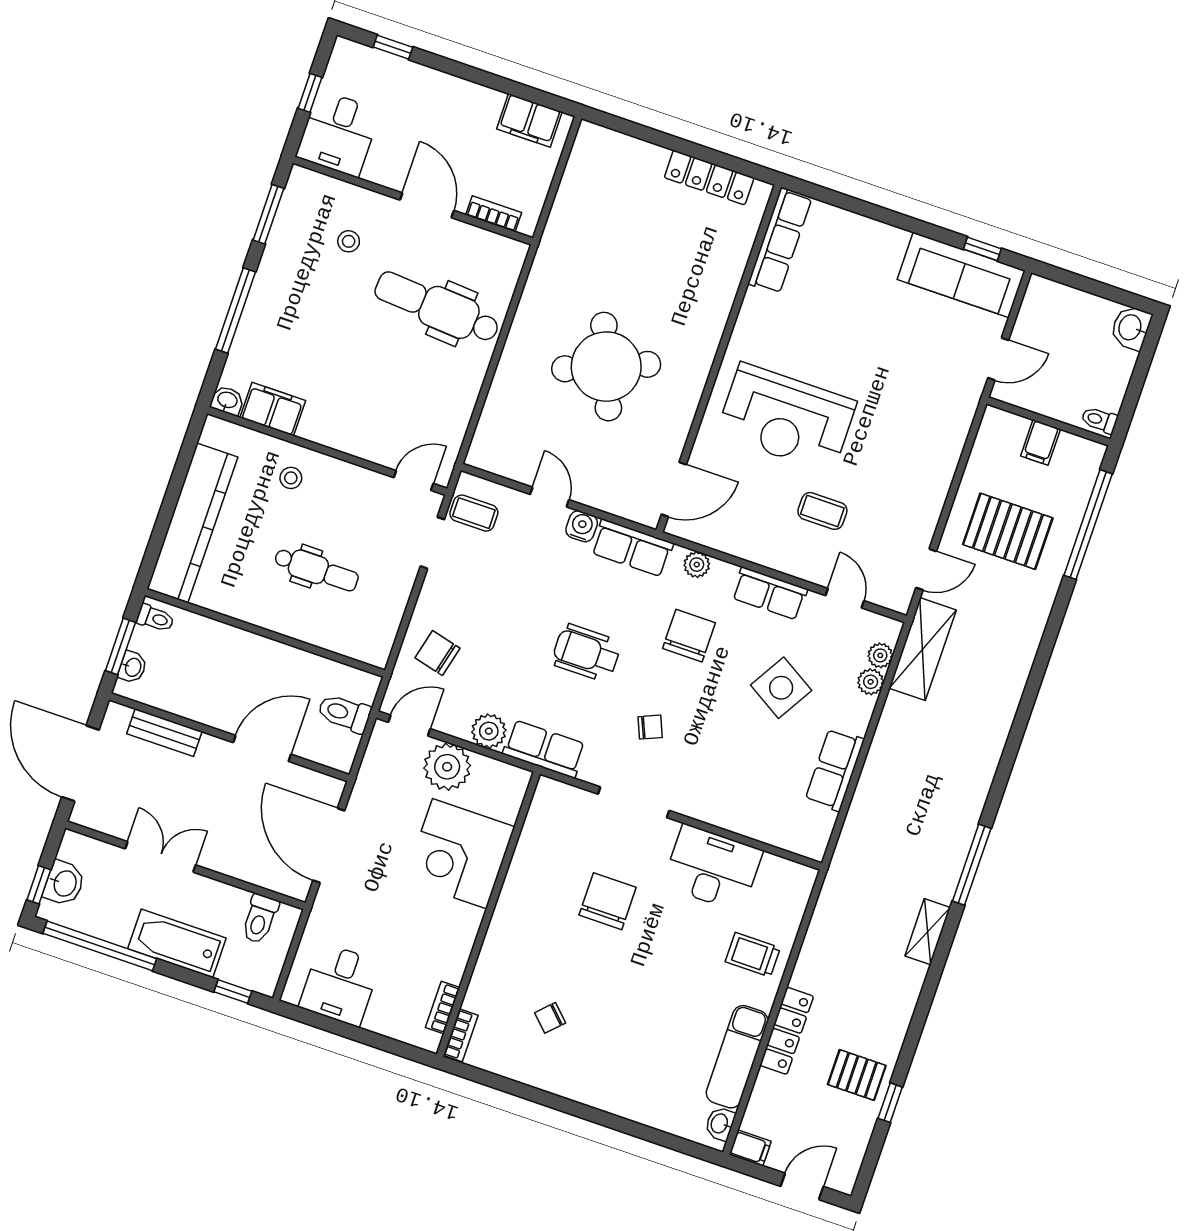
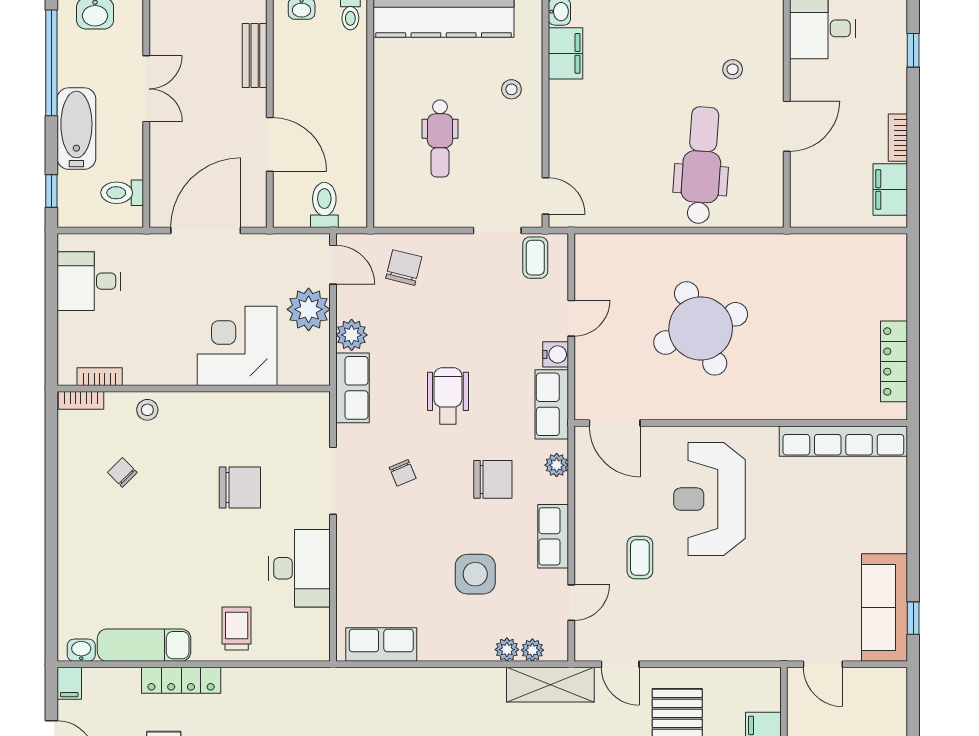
bookcase: (494, 214) -> (898, 138), moved, turned 180
row of seats: (780, 241) -> (843, 441), width x1.36
side table: (781, 688) -> (475, 574), turned -31
row of seats: (835, 770) -> (381, 645), moved
stool: (494, 970) -> (147, 410), added

